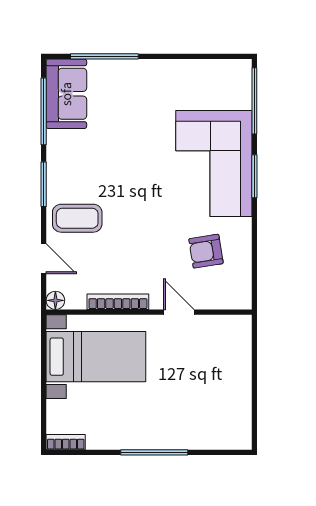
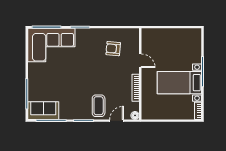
corner sofa: (214, 164) -> (51, 45), moved
armchair: (206, 251) -> (113, 49), turned 104
door: (179, 312) -> (140, 61), swing flipped
bed with nightstands: (96, 357) -> (179, 83), moved, turned -90

